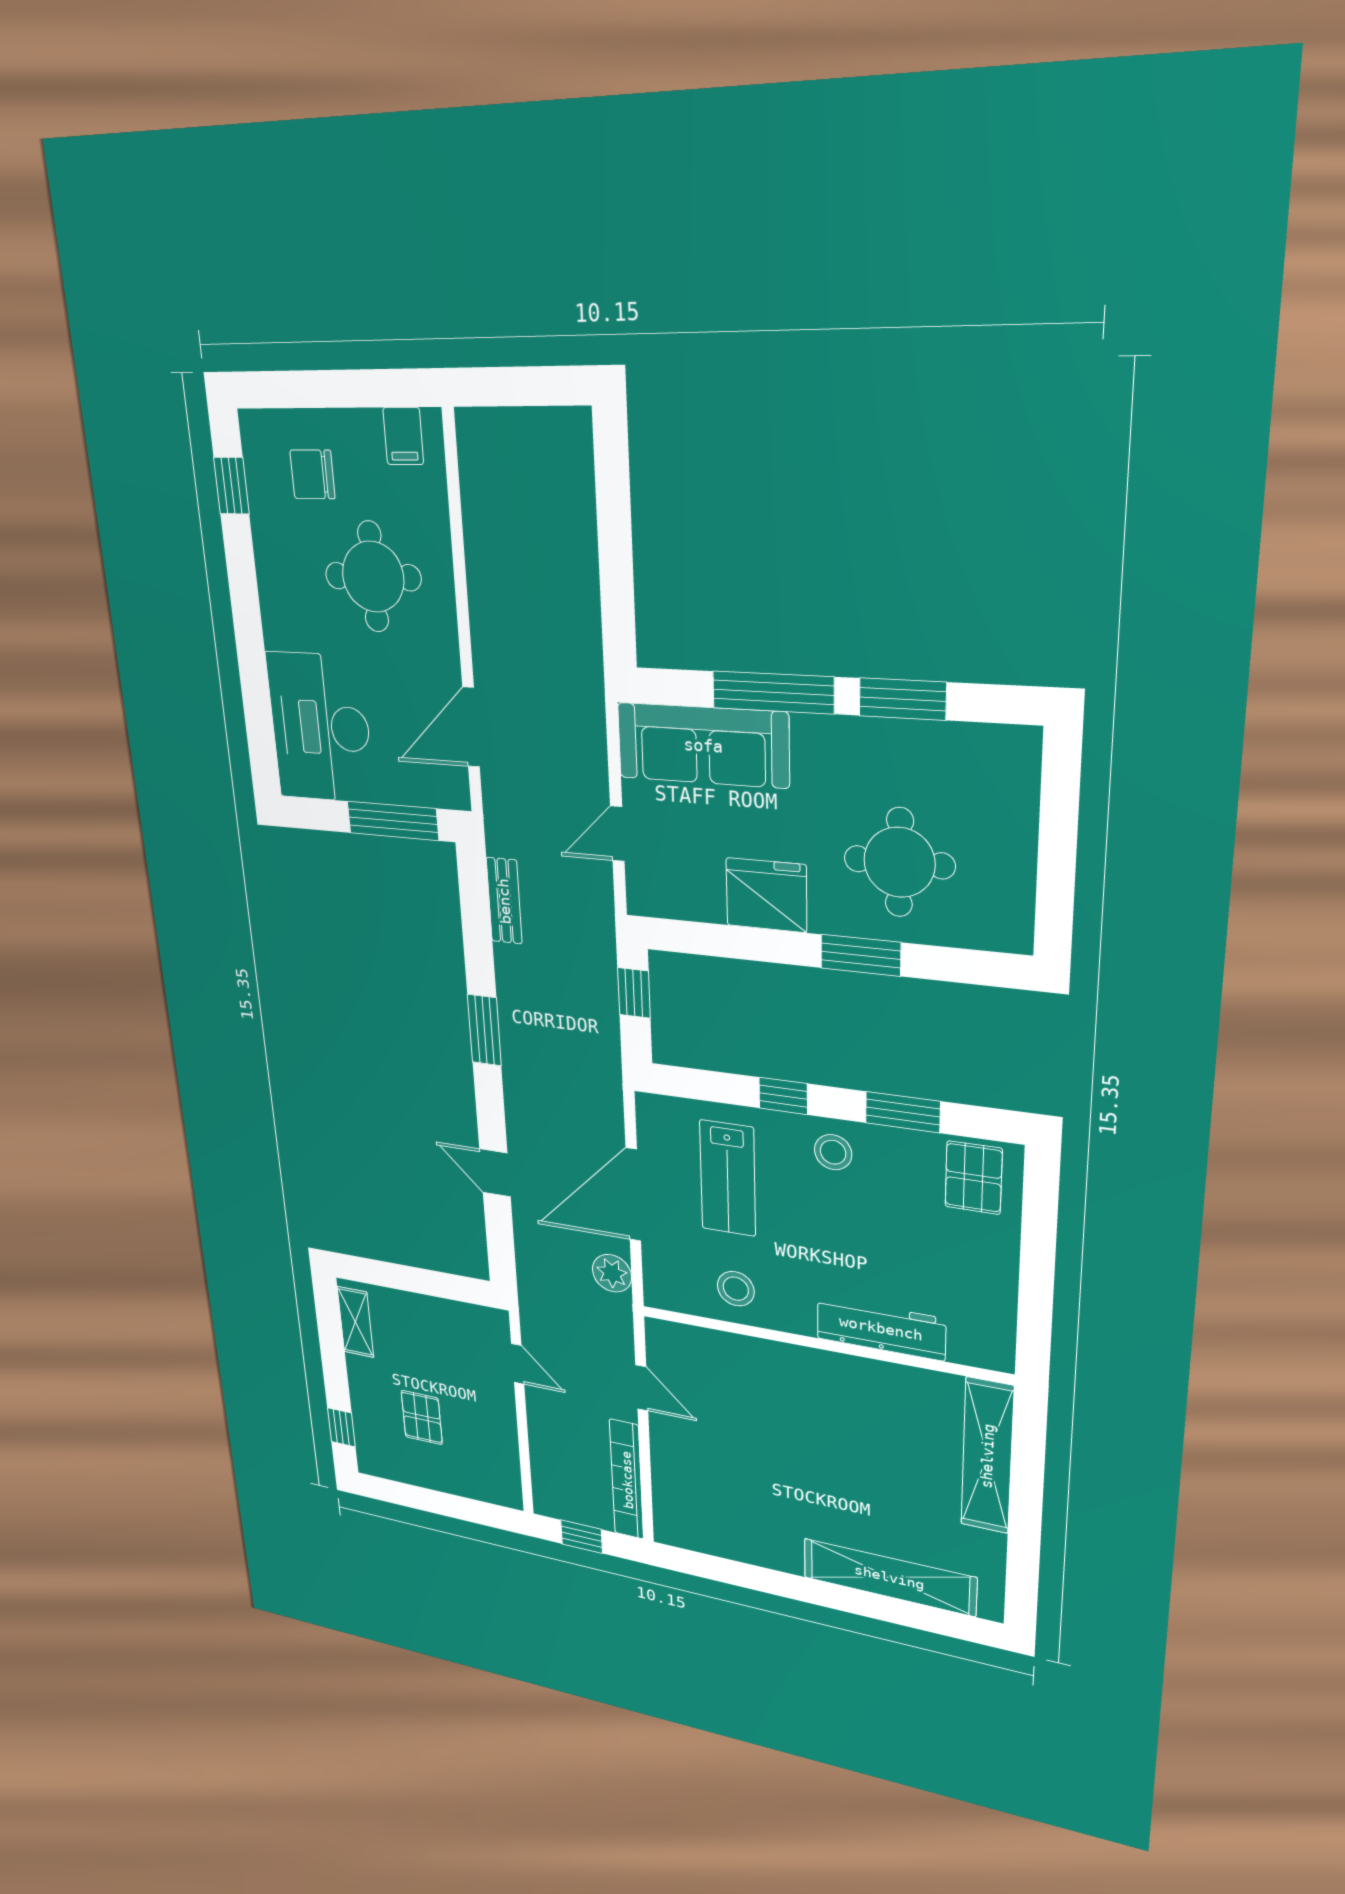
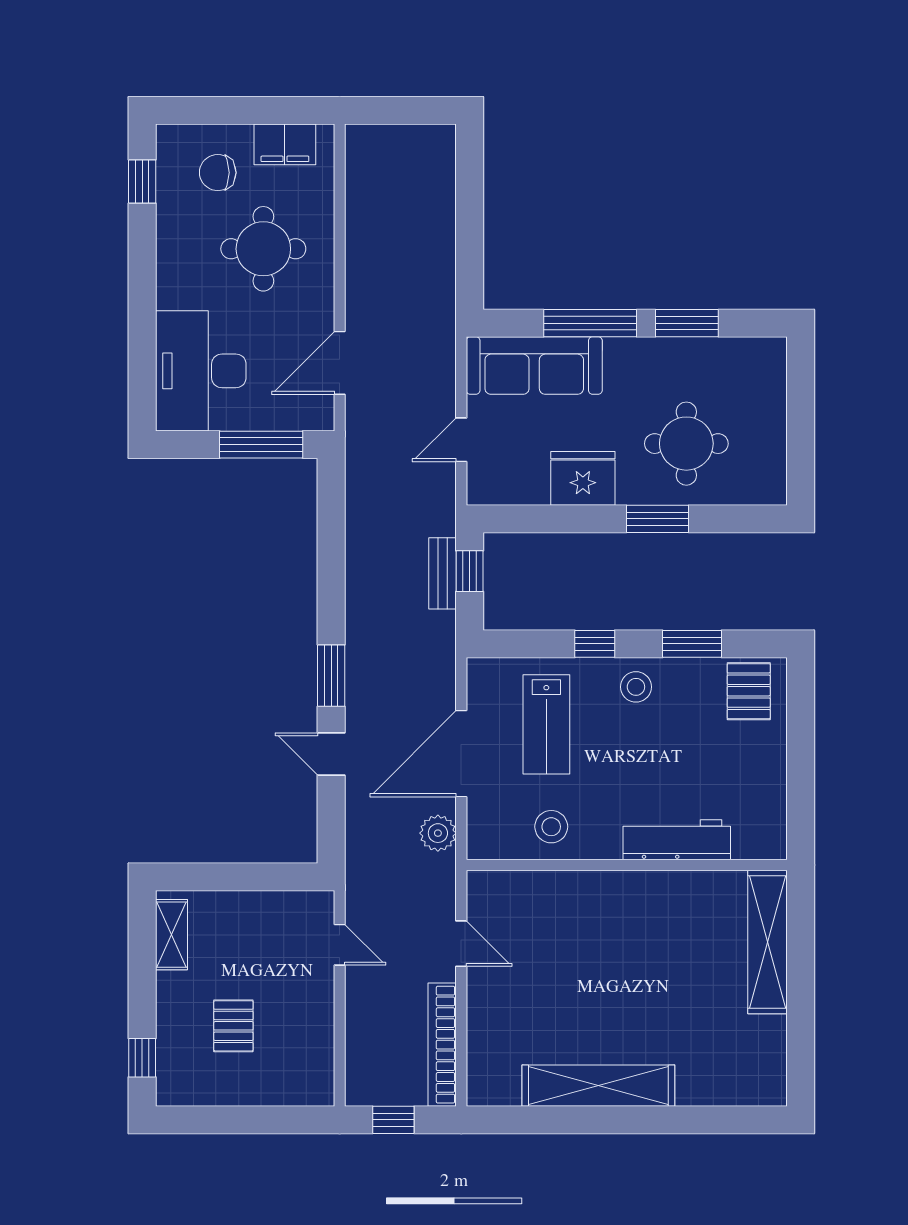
filing cabinet: (403, 436) -> (285, 144), width x2.00
bench: (504, 901) -> (442, 573), moved
window: (484, 1030) -> (331, 676), moved
shelving: (889, 1577) -> (598, 1086), moved

